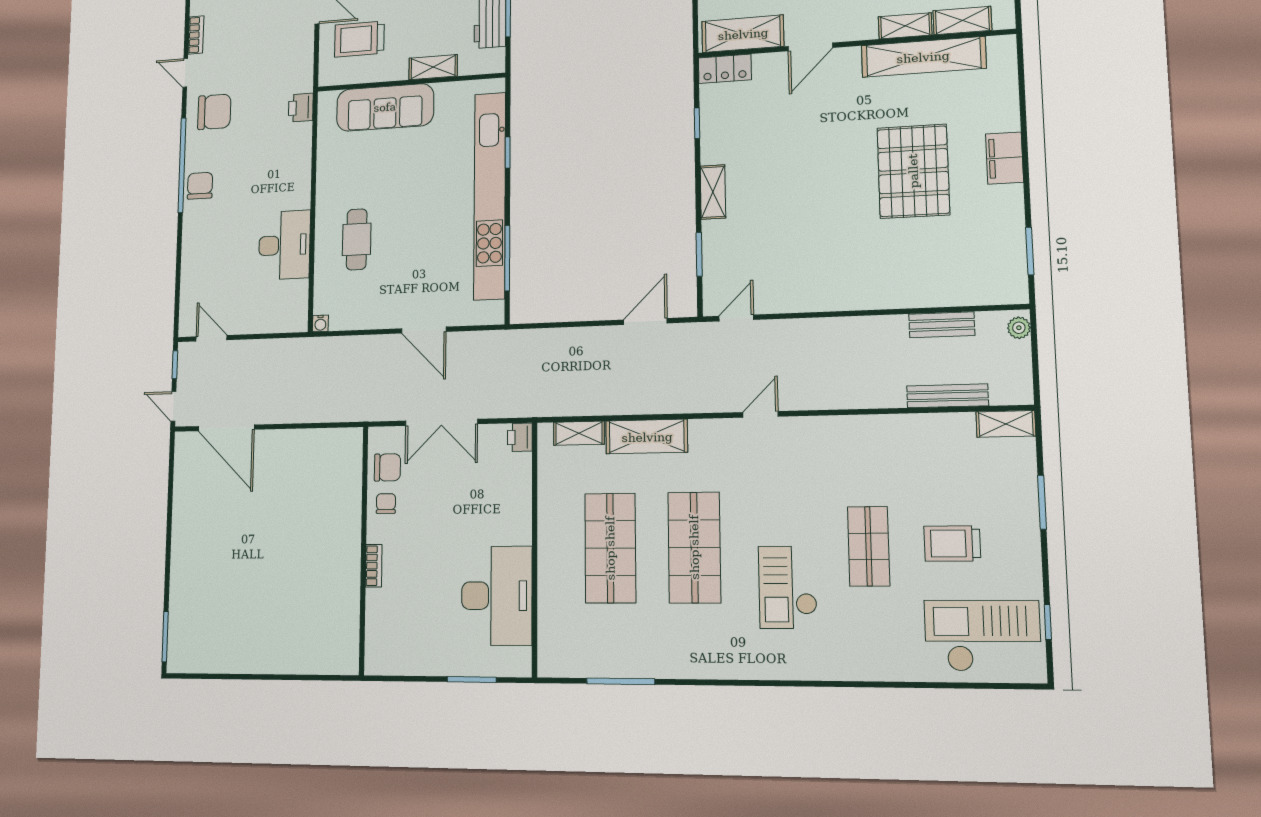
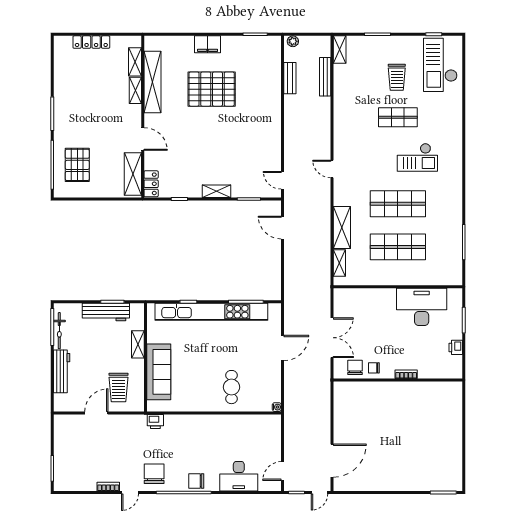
cafe table: (357, 239) -> (232, 387), turned 90
desk: (284, 245) -> (239, 476), moved, turned 180
printer: (520, 437) -> (456, 347), moved, turned 90

